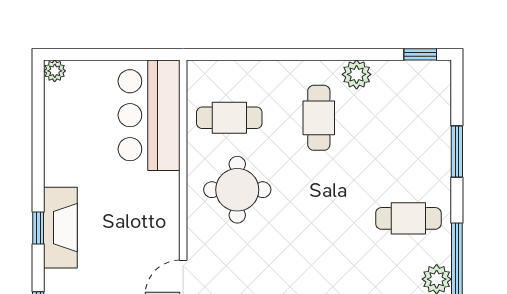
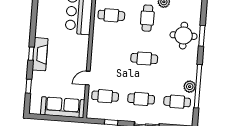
round table: (237, 190) -> (184, 36), moved
cafe table: (408, 218) -> (144, 58), moved

